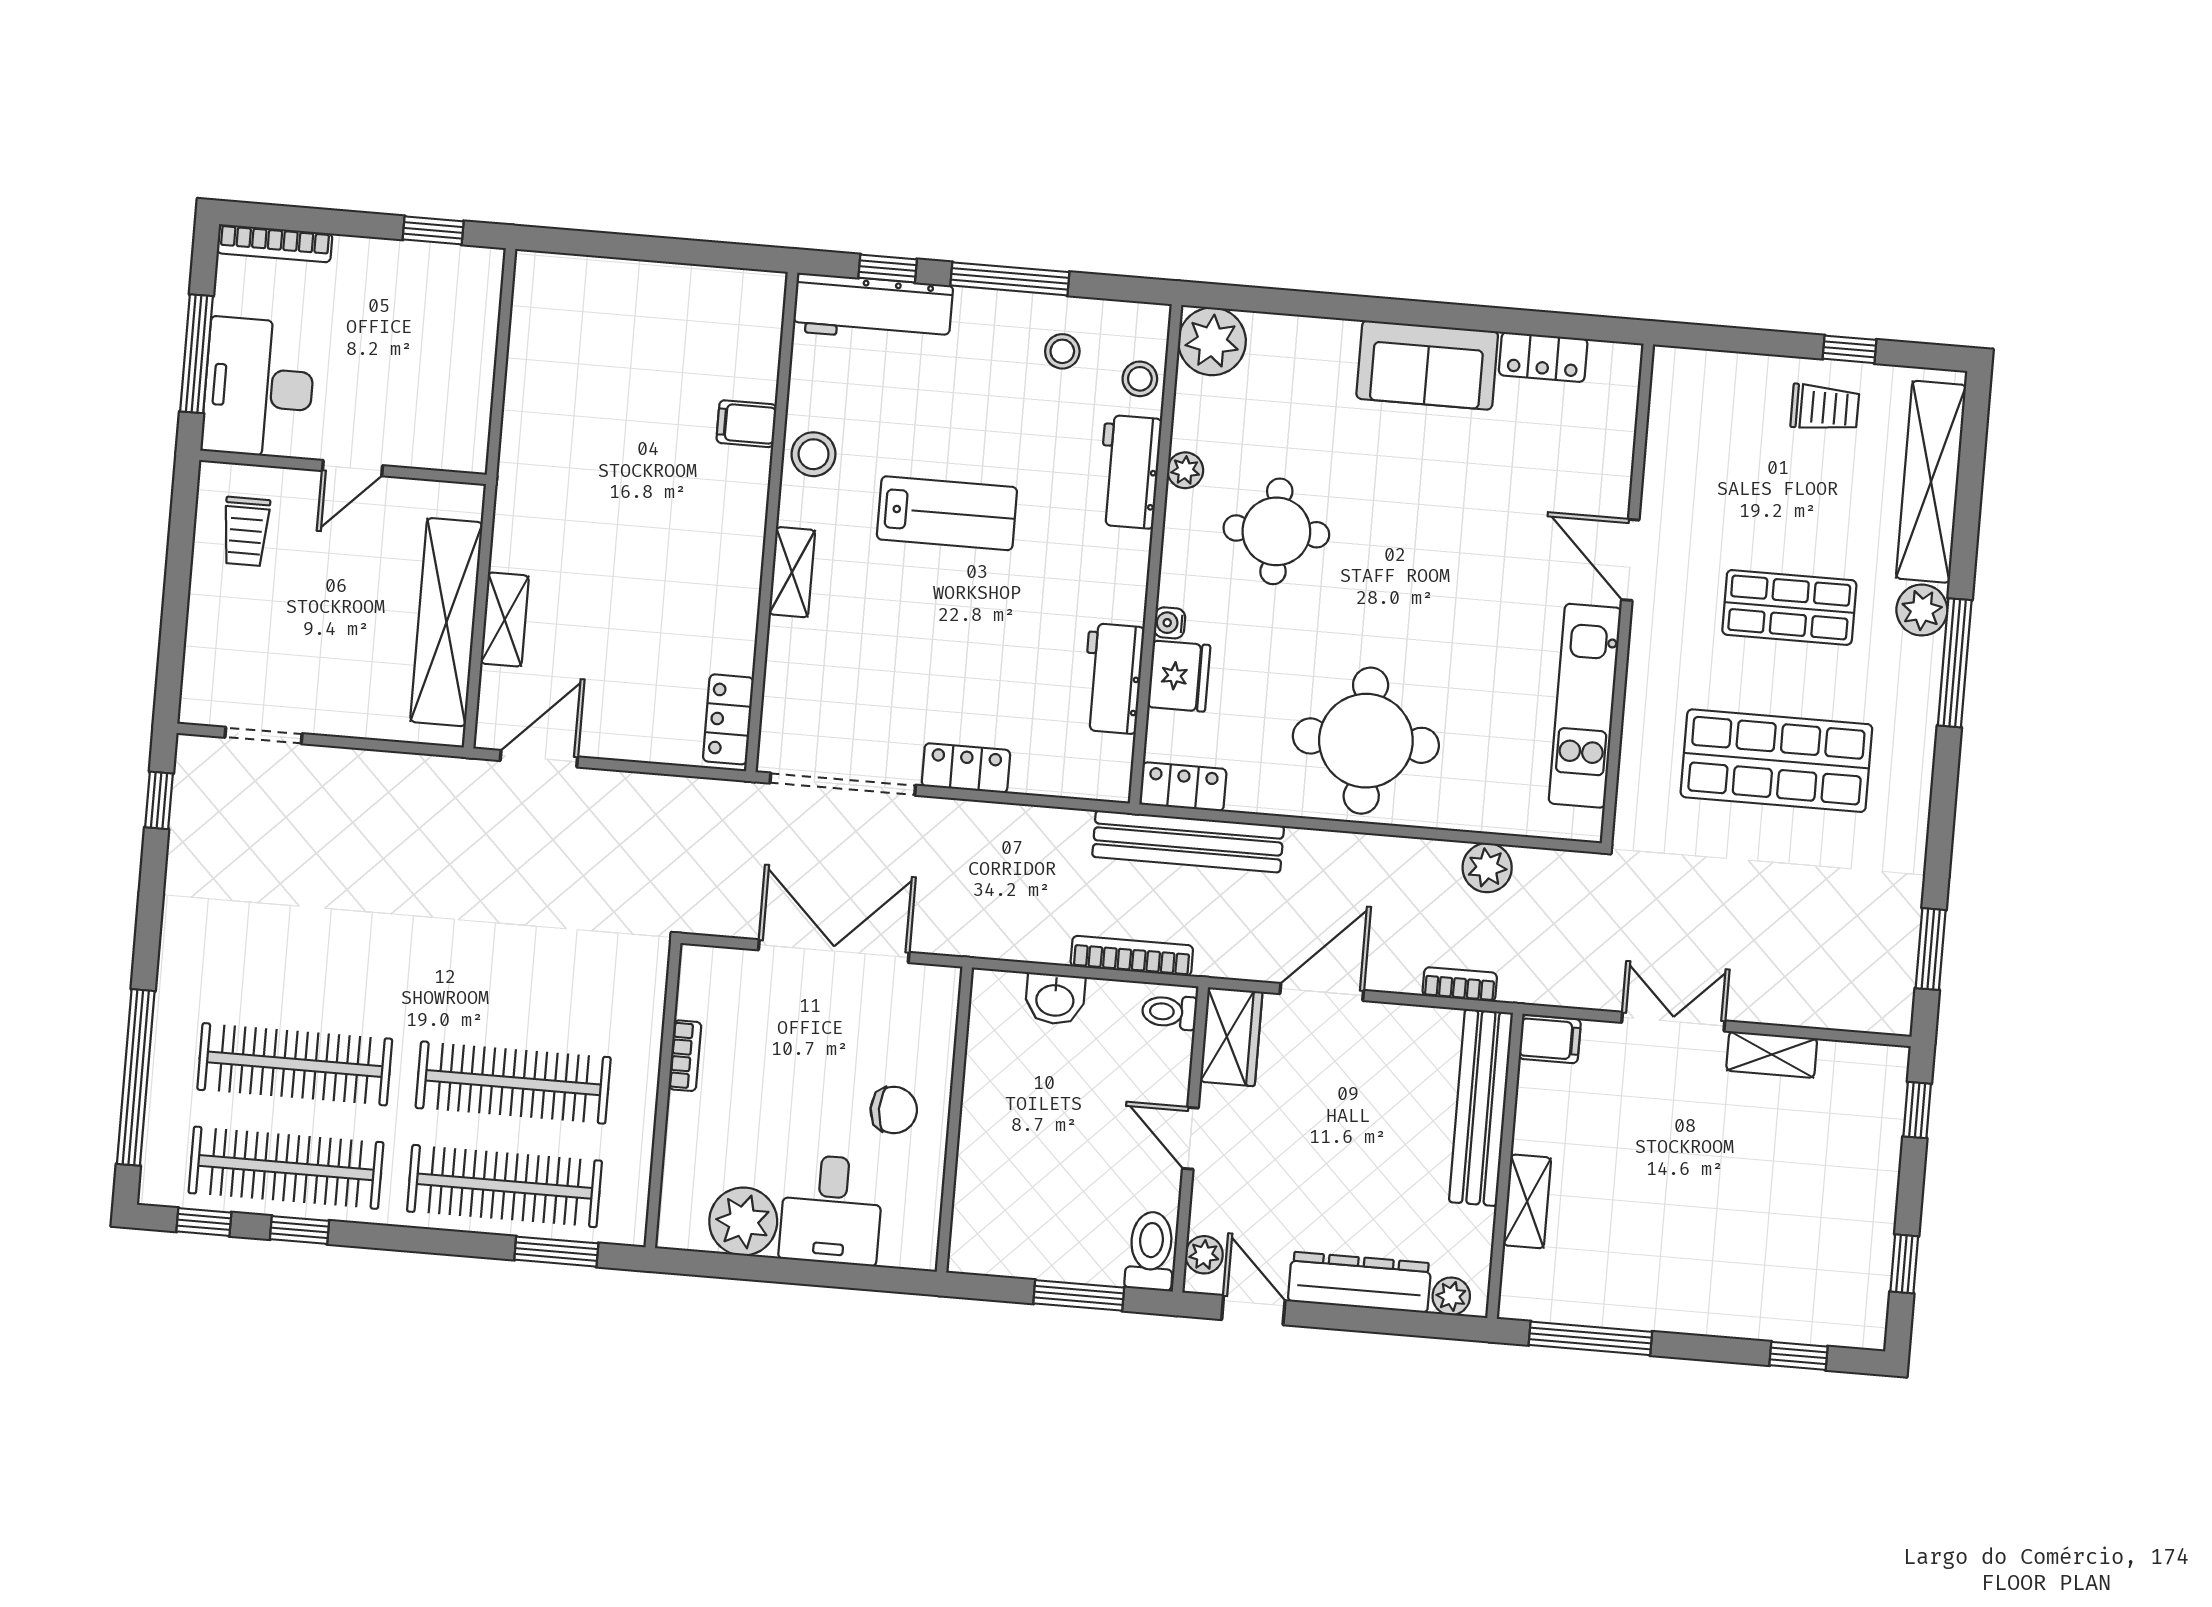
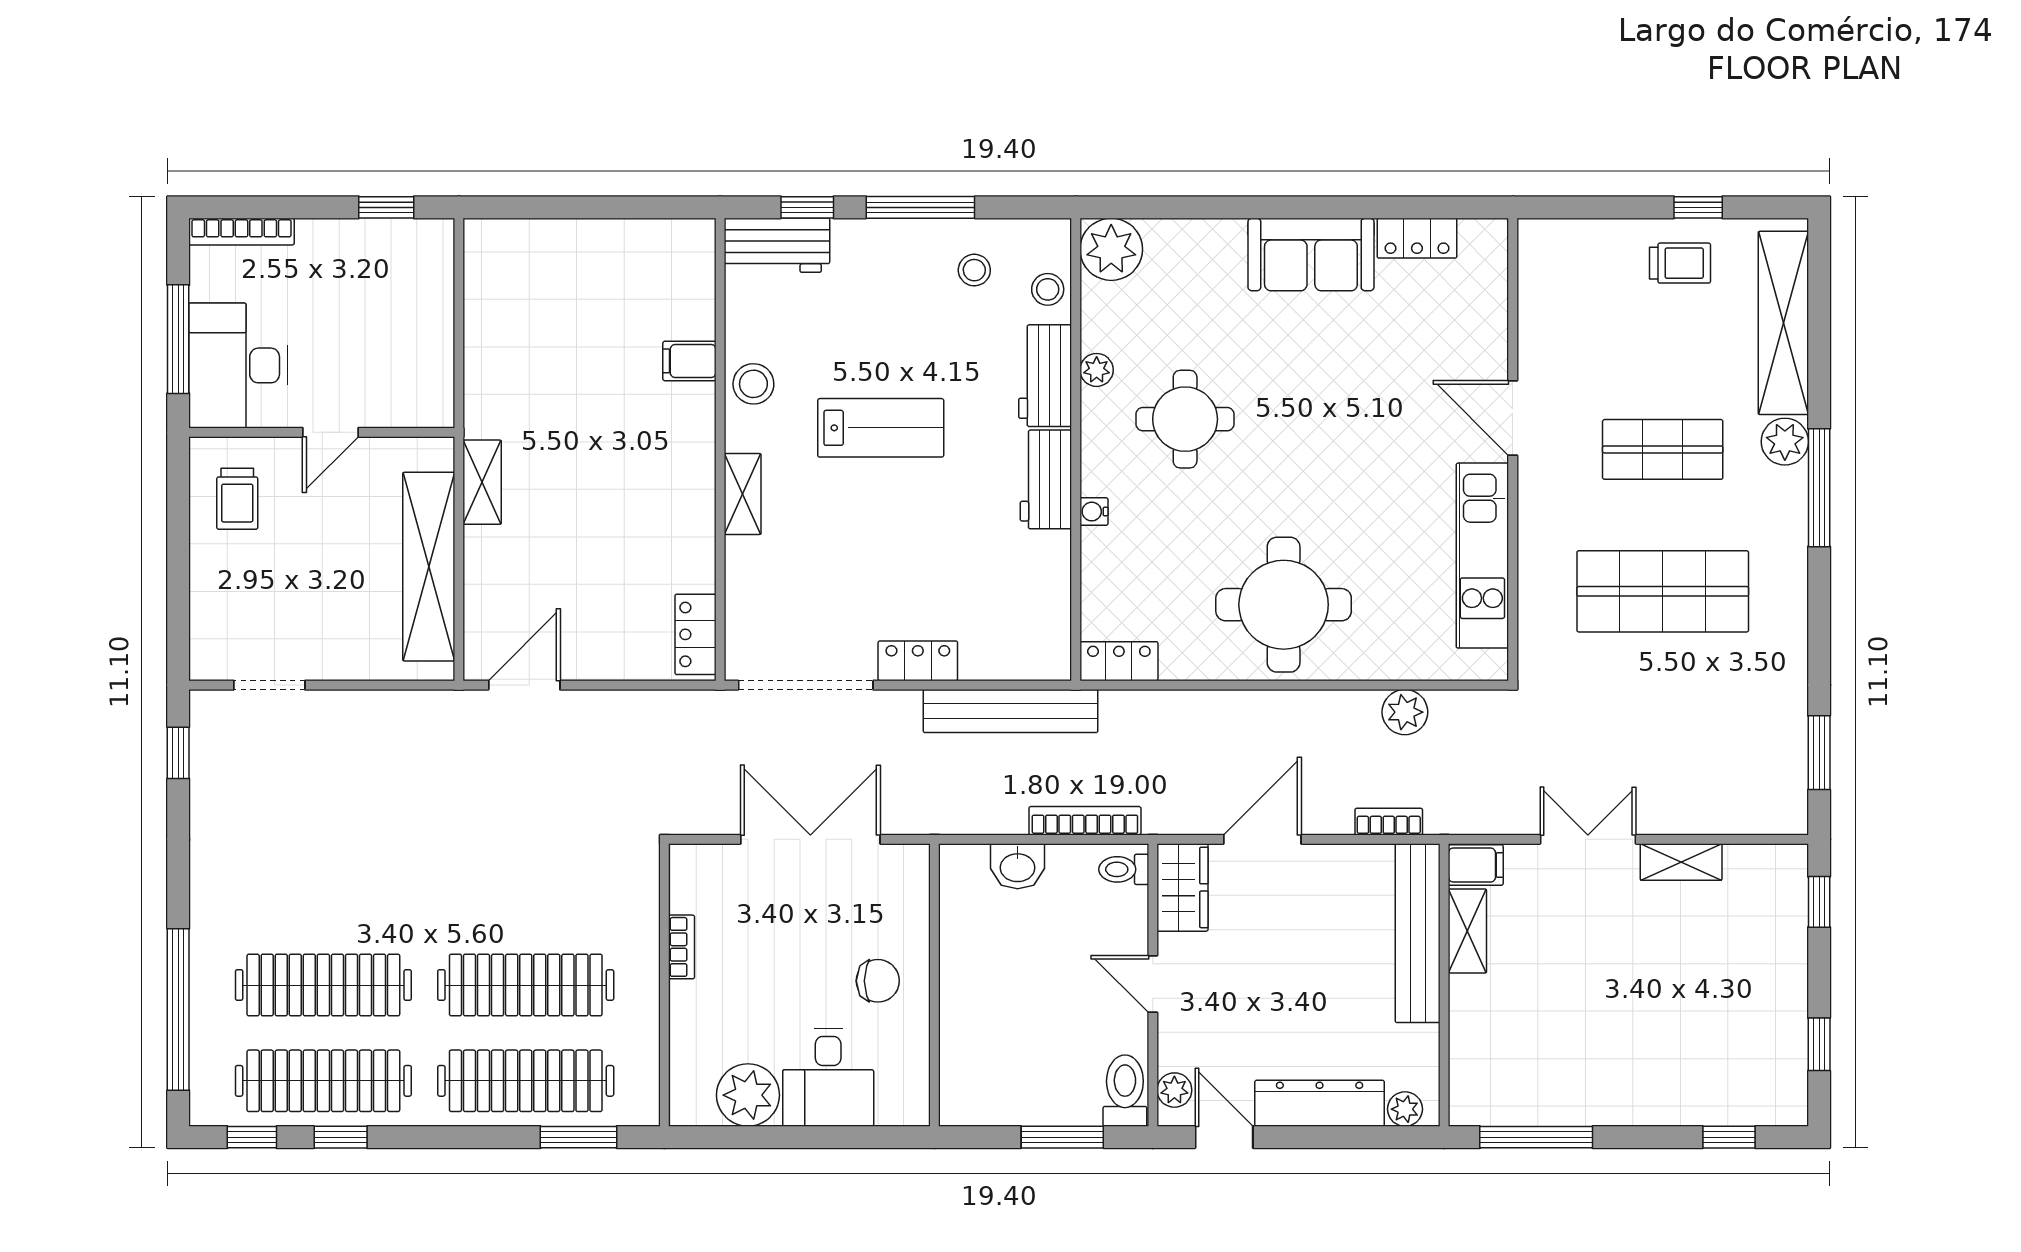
workbench: (873, 308) -> (777, 245), width x0.73
shelving: (505, 620) -> (482, 482), moved
fridge: (1179, 676) -> (1107, 560), removed
workbench: (1113, 678) -> (1046, 479), moved
bench: (1188, 841) -> (1011, 711), moved
shelving: (1527, 1201) -> (1467, 931), moved

